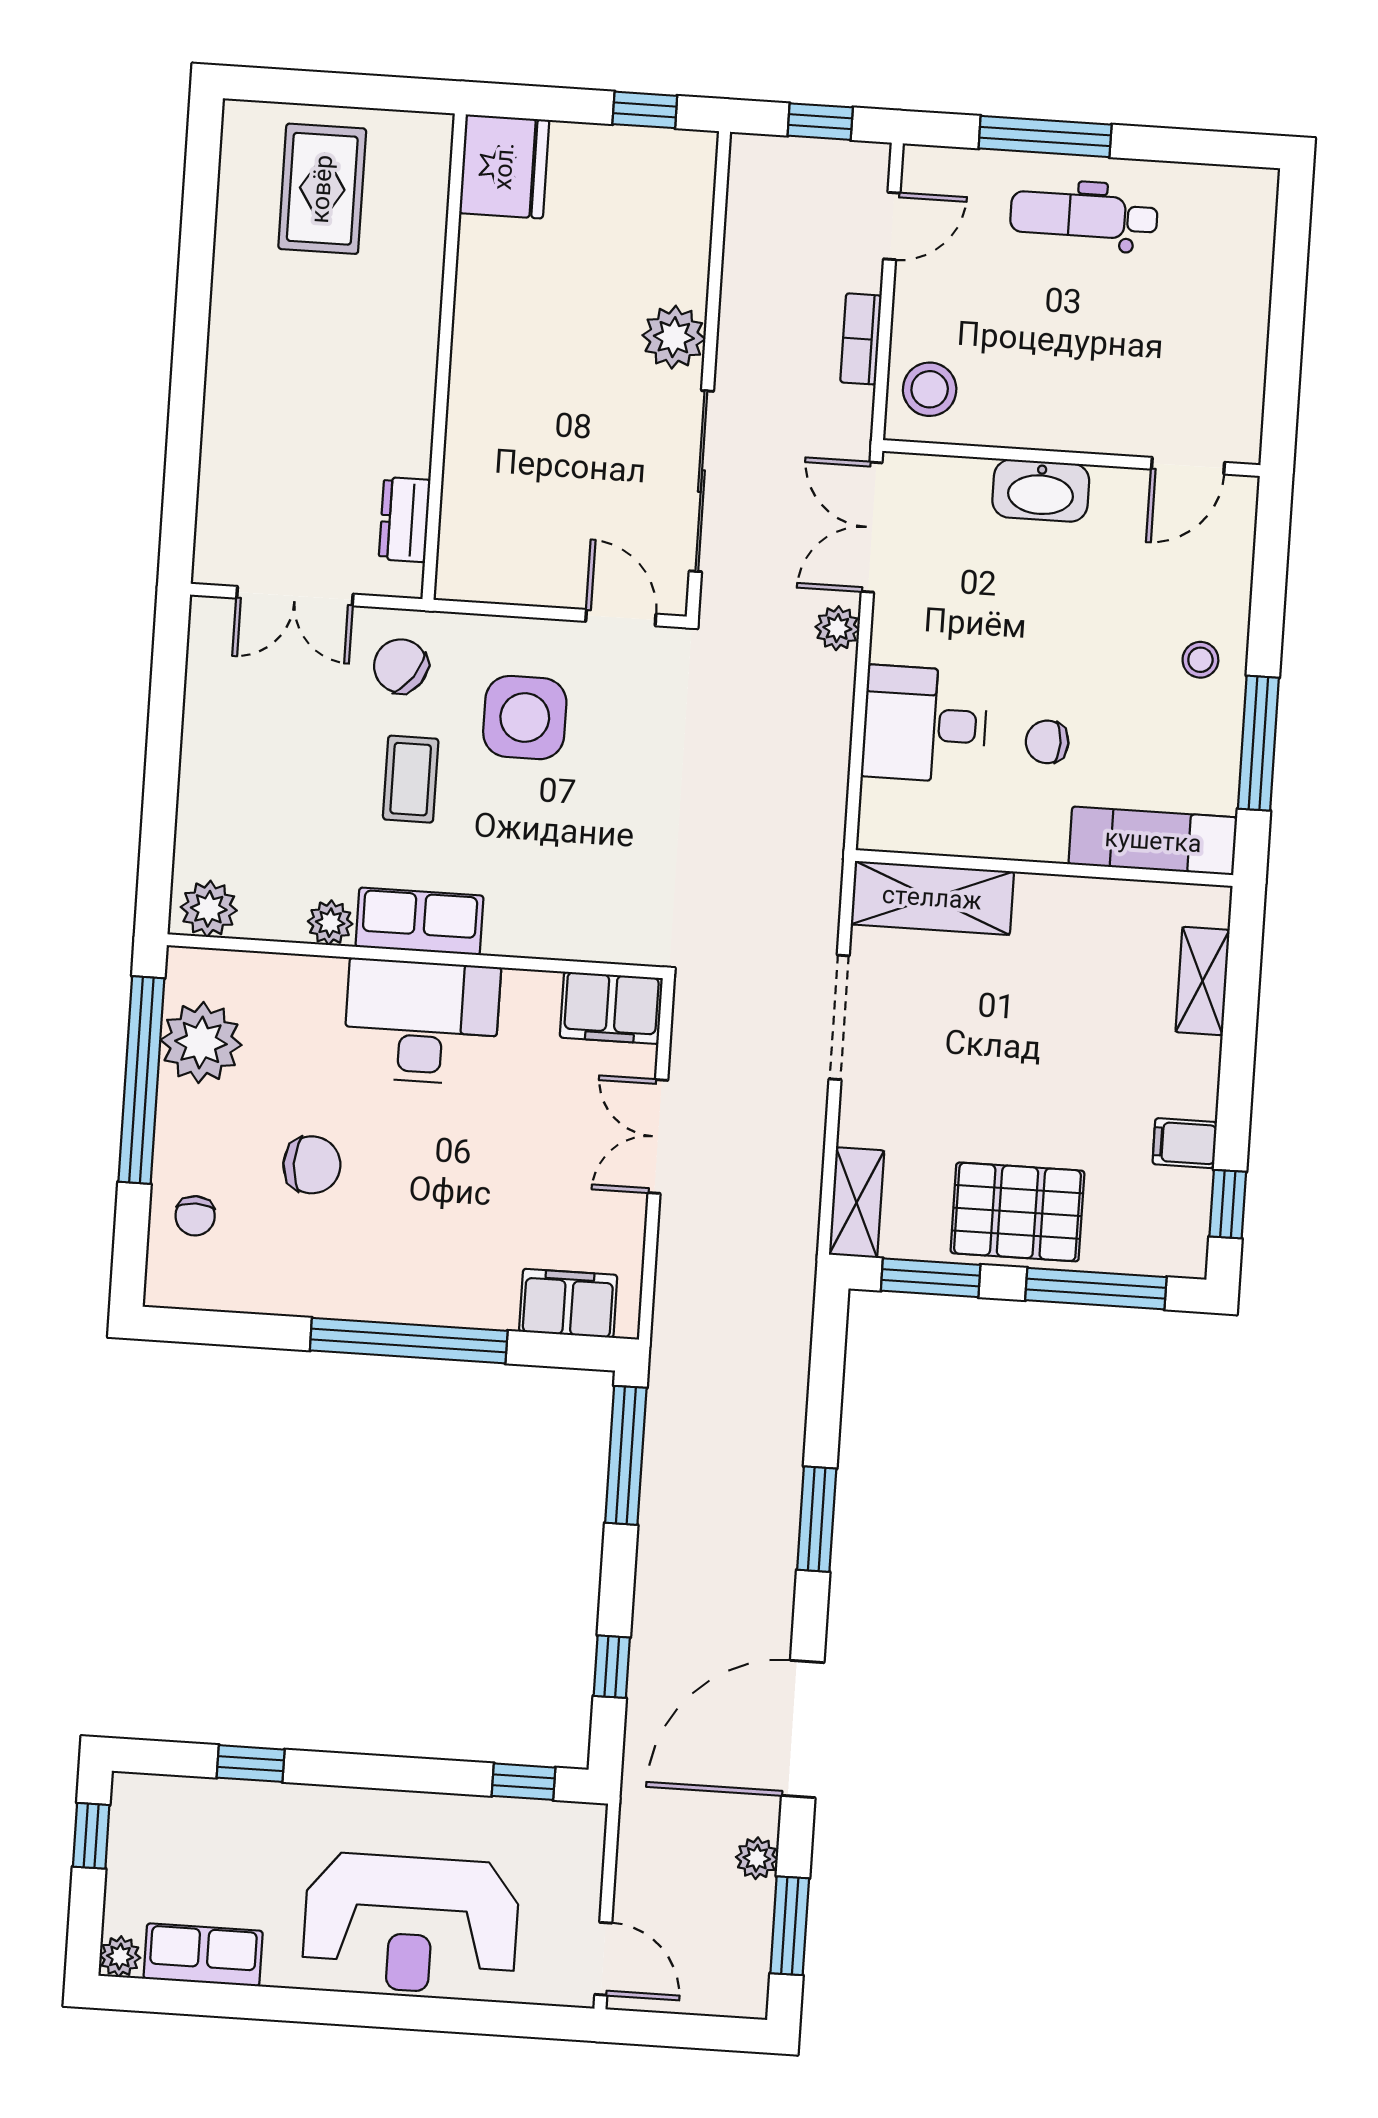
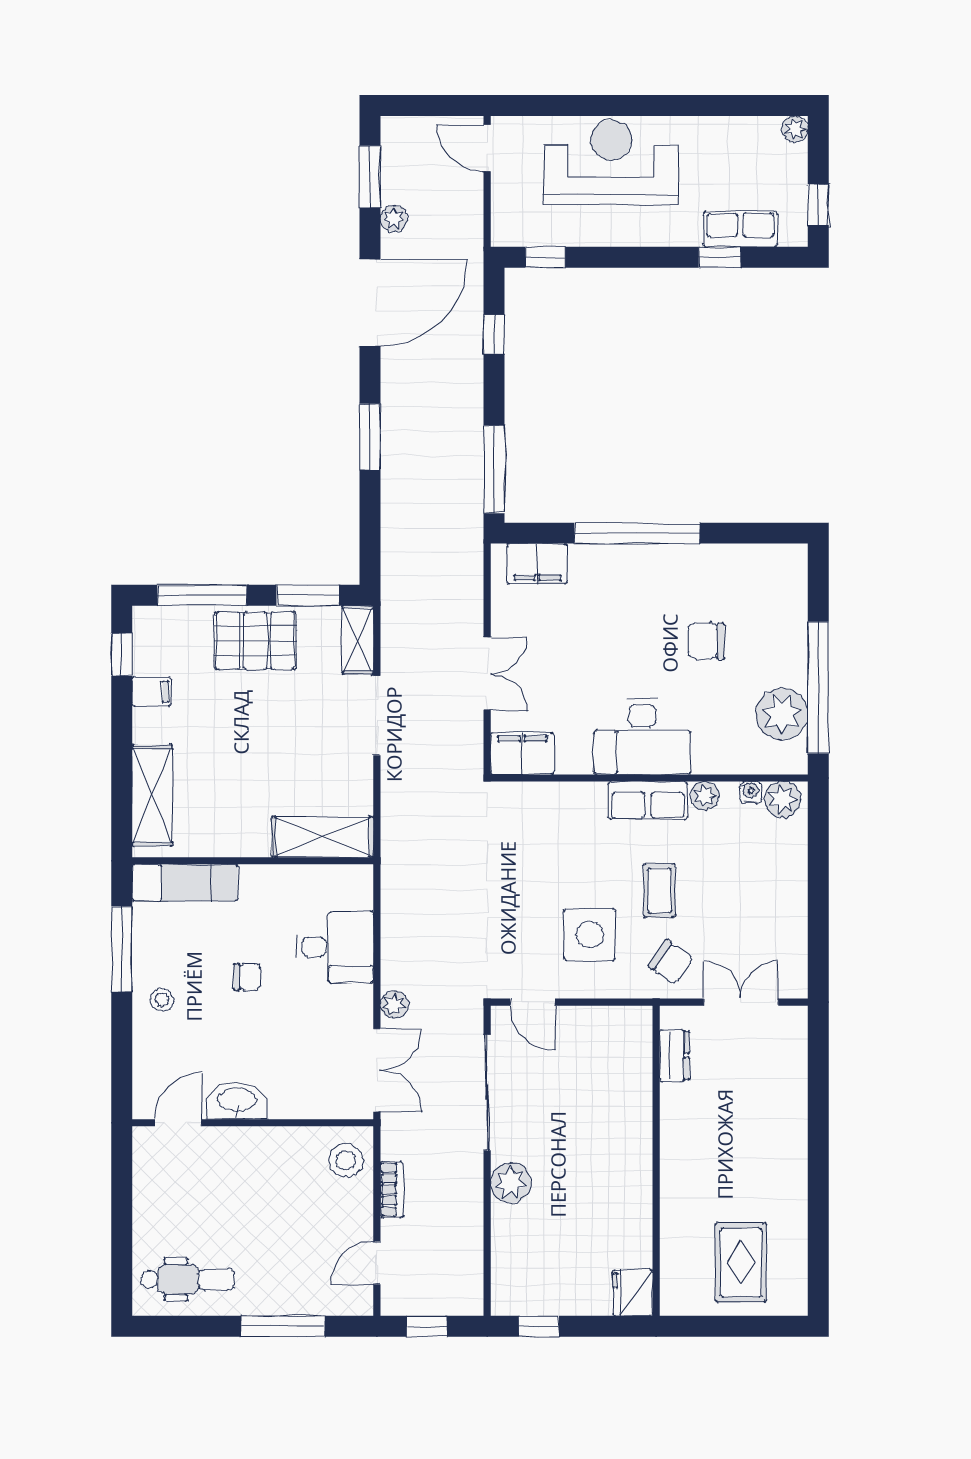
fridge: (504, 166) -> (633, 1293), width x0.73, depth x0.75
dental chair: (1084, 216) -> (188, 1279), moved
washbasin: (1041, 491) -> (237, 1101), moved
chair: (1047, 742) -> (247, 977), moved
water cooler: (258, 923) -> (751, 792), added
shelving: (1202, 981) -> (152, 795), width x1.50, depth x1.33
doorway: (839, 1017) -> (377, 715), moved
chair: (195, 1216) -> (778, 603), removed
row of seats: (203, 1955) -> (740, 229), moved, turned 180

